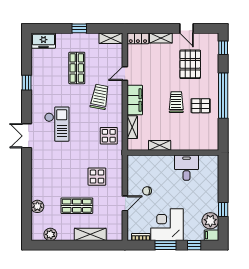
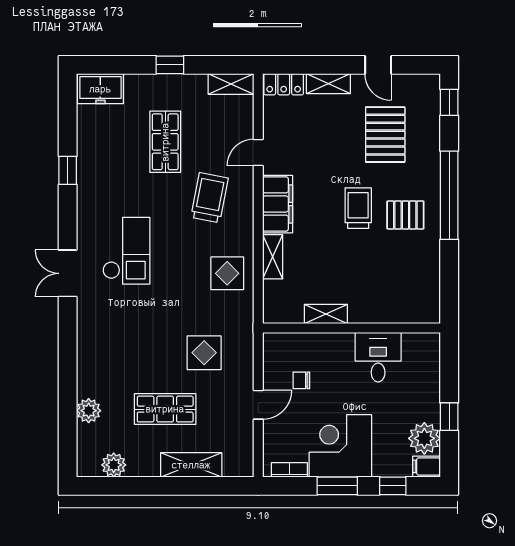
shelving: (160, 145) -> (326, 314), moved
wall: (173, 153) -> (352, 328), moved
desk: (187, 168) -> (378, 357), moved

